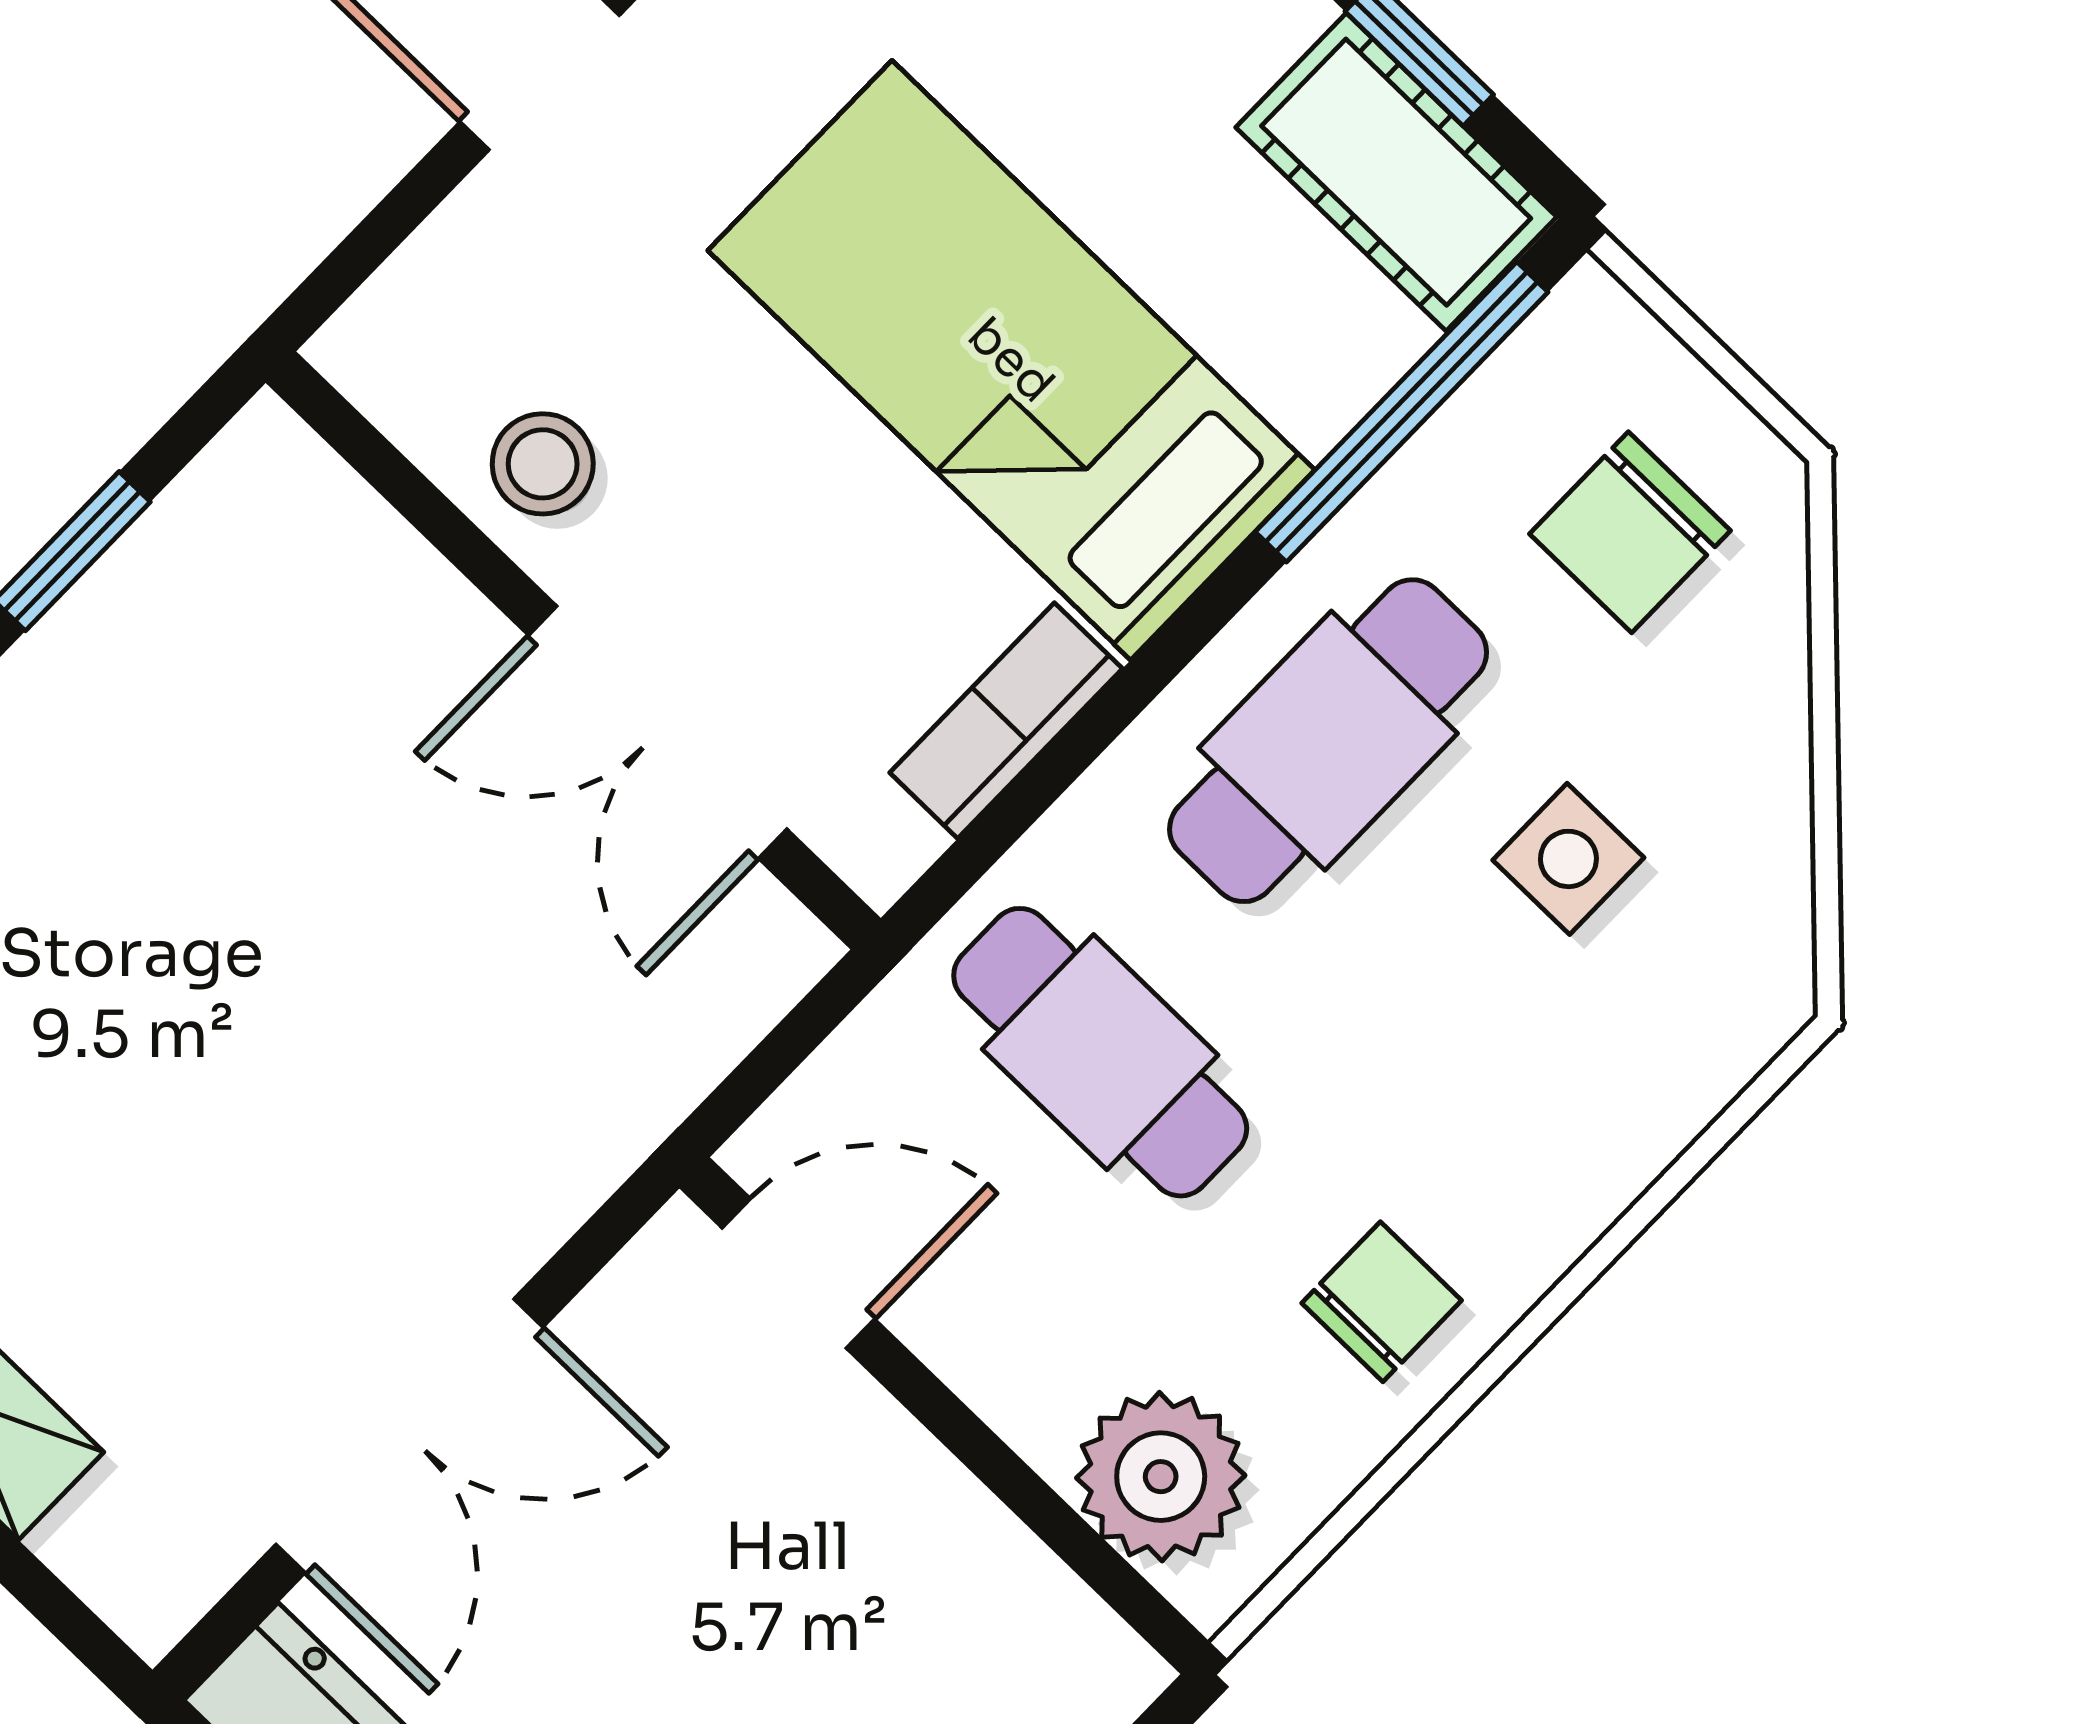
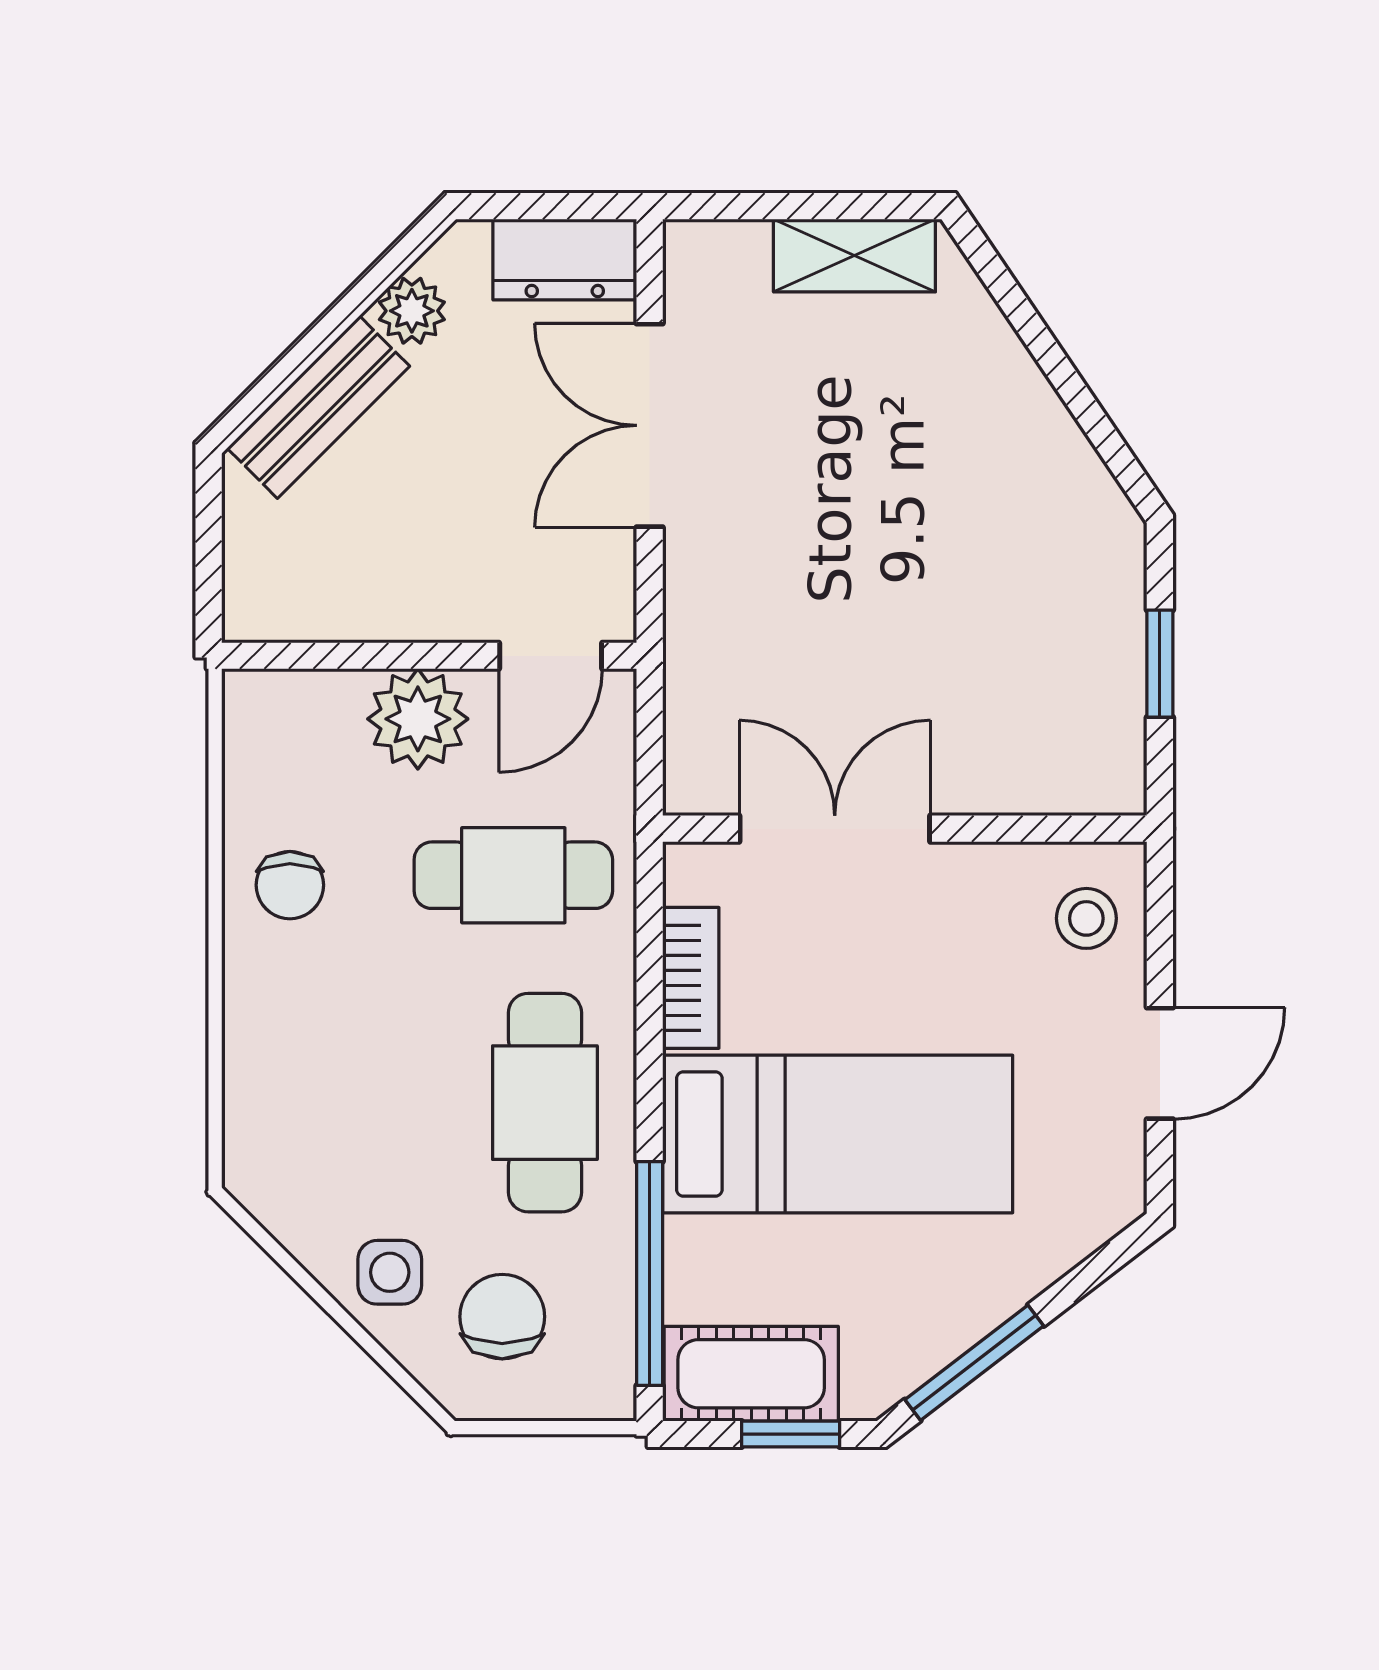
stool: (543, 464) -> (1086, 918), moved
side table: (1568, 859) -> (390, 1272), moved
plant: (1161, 1477) -> (418, 719), moved

